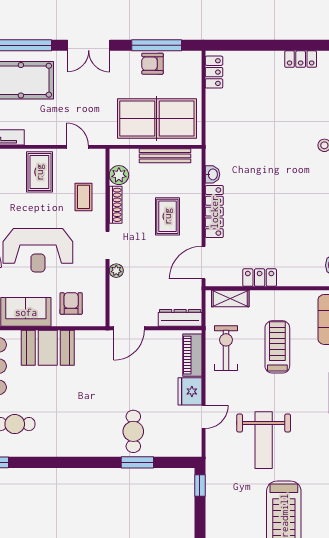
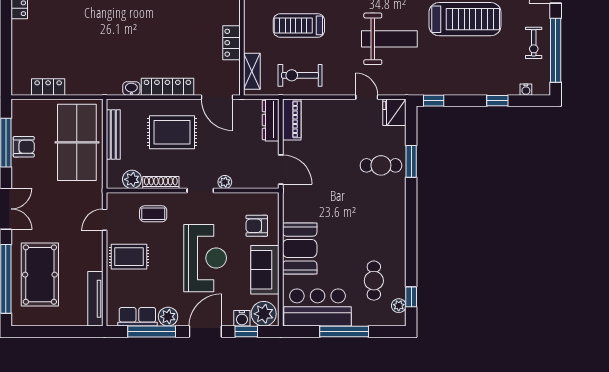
armchair: (152, 64) -> (24, 147), turned -90
locker: (214, 72) -> (48, 87), moved
rug: (167, 216) -> (172, 132), width x1.36, depth x1.43
piano: (192, 355) -> (292, 119), moved, turned -90
fridge: (190, 391) -> (394, 112), moved, turned 90

